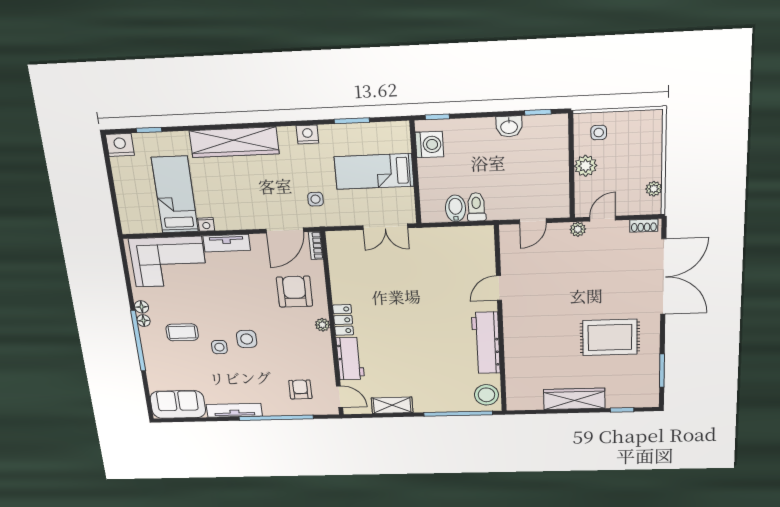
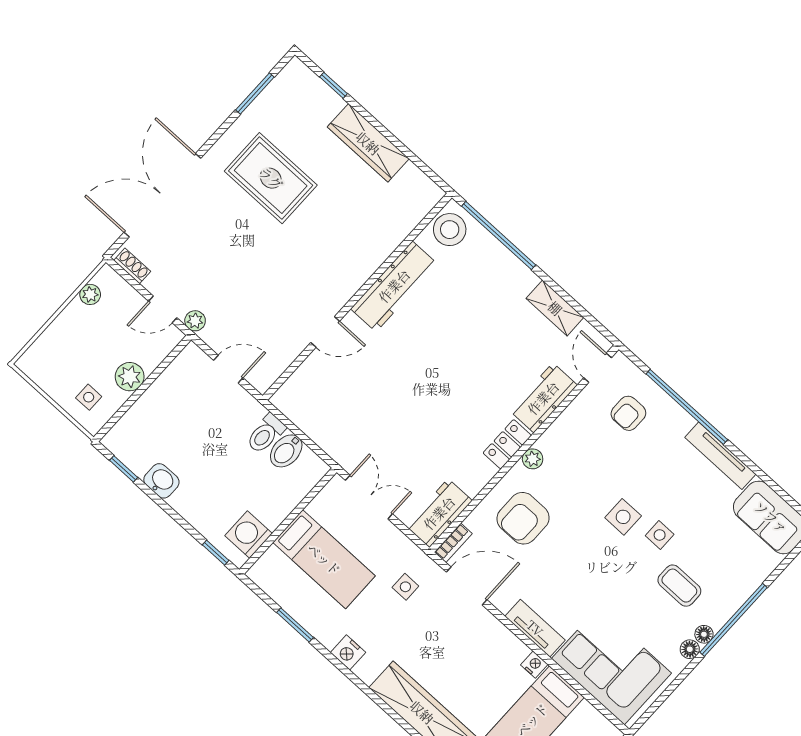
workbench: (340, 253) -> (439, 513), added

